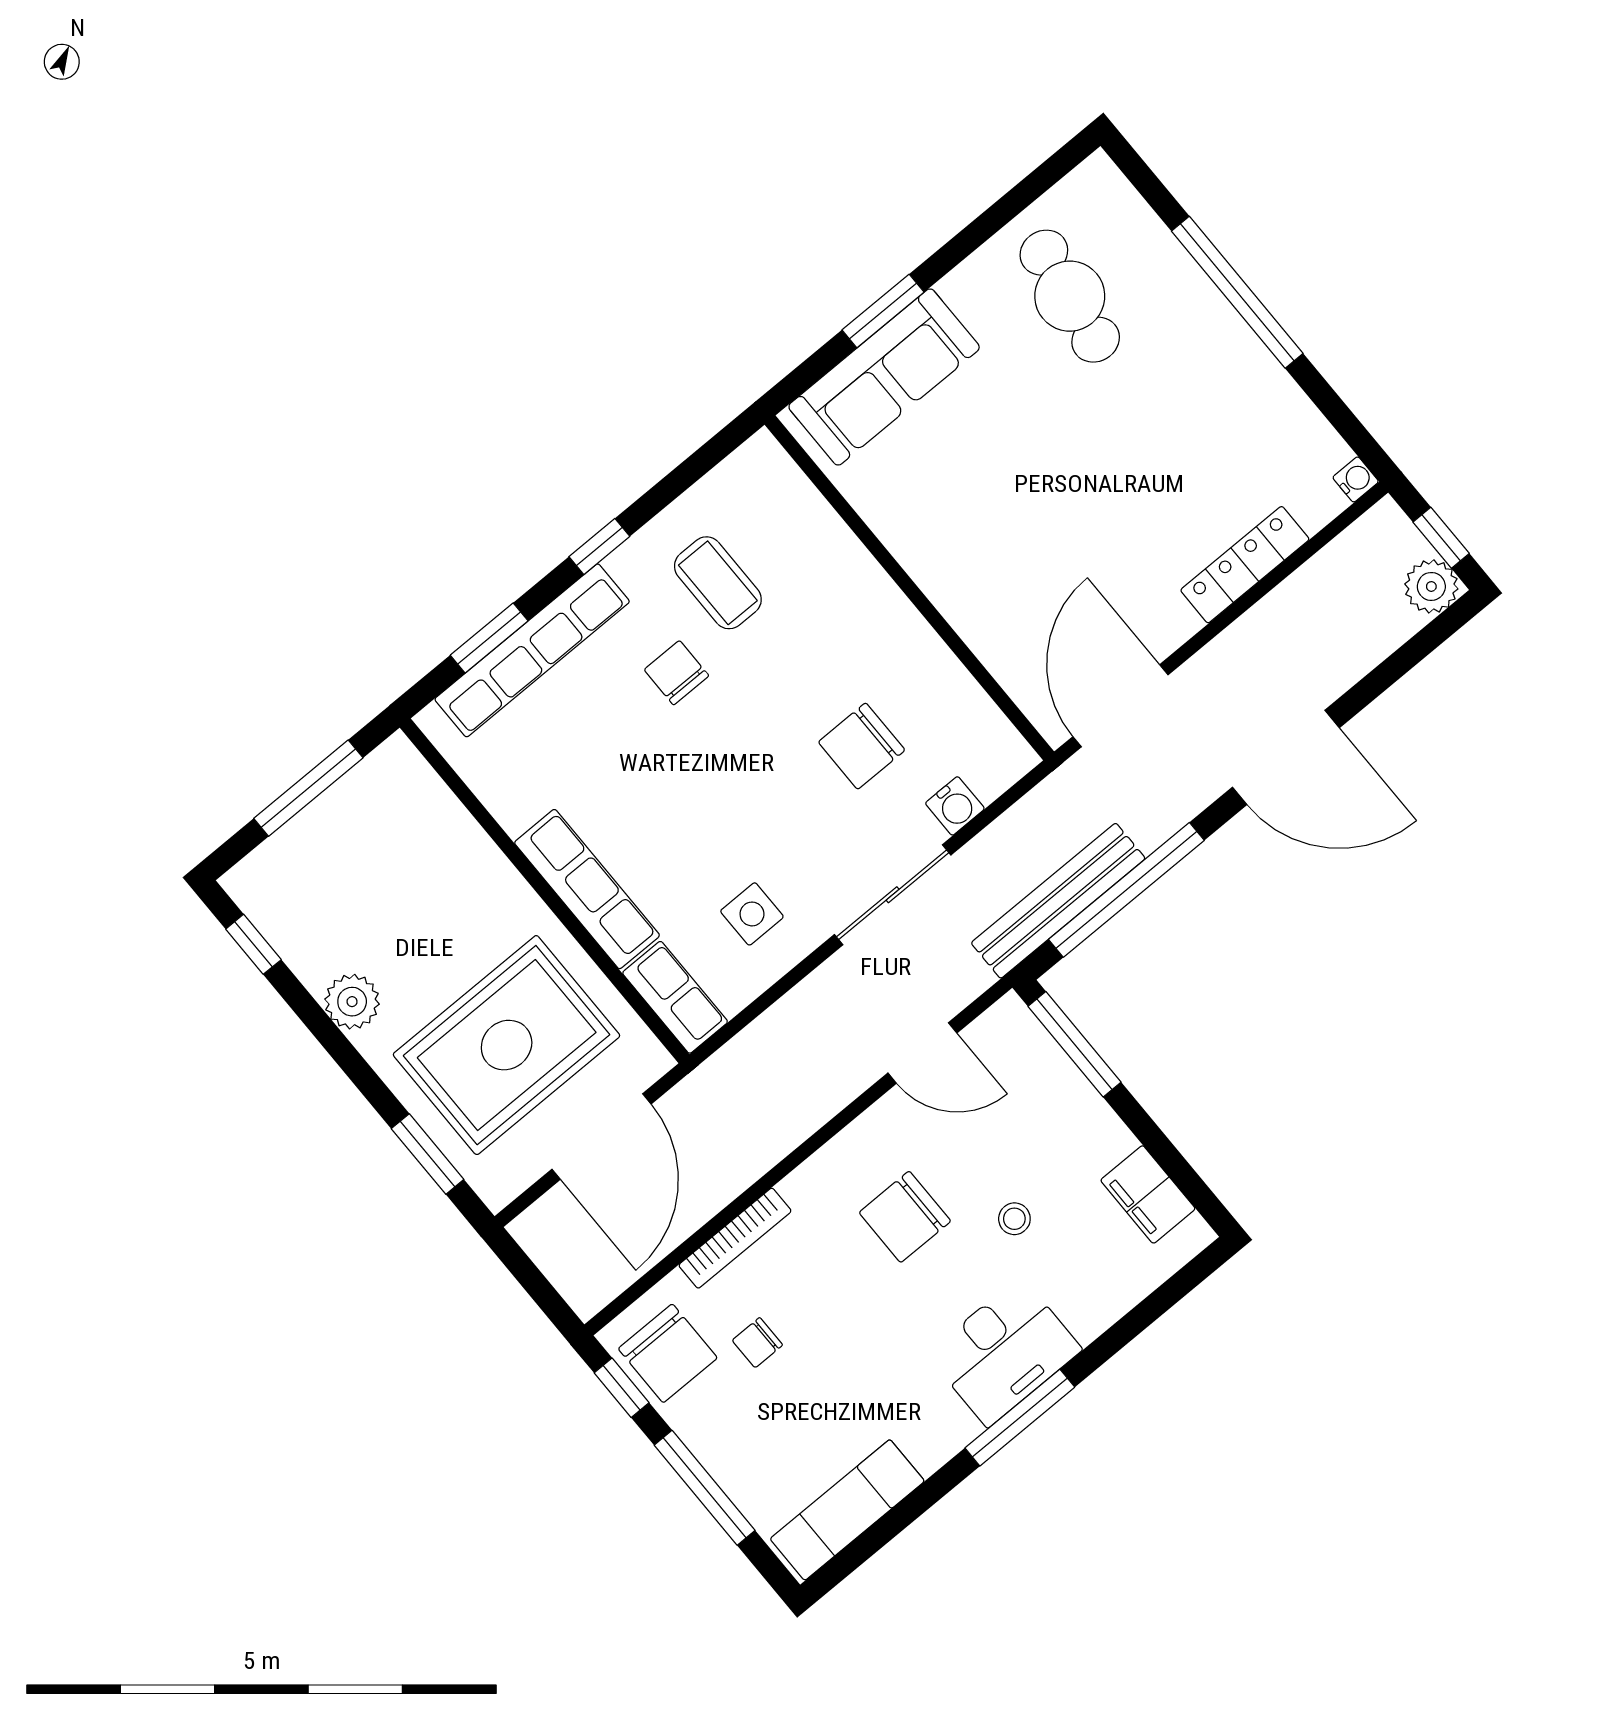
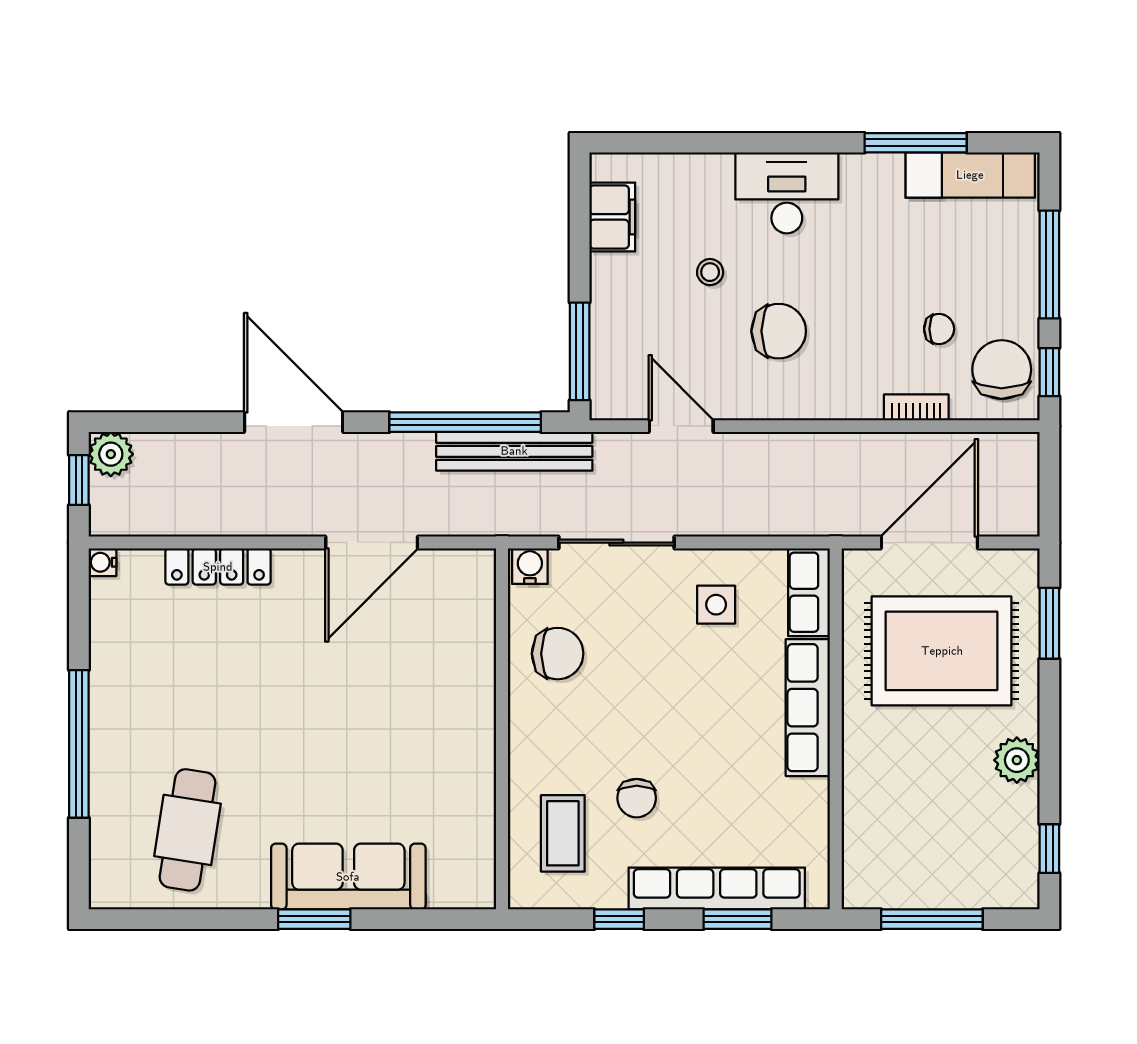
wall: (909, 588) -> (502, 729), moved
bookcase: (735, 1238) -> (916, 407), width x0.64
window: (1020, 1418) -> (916, 143), moved

